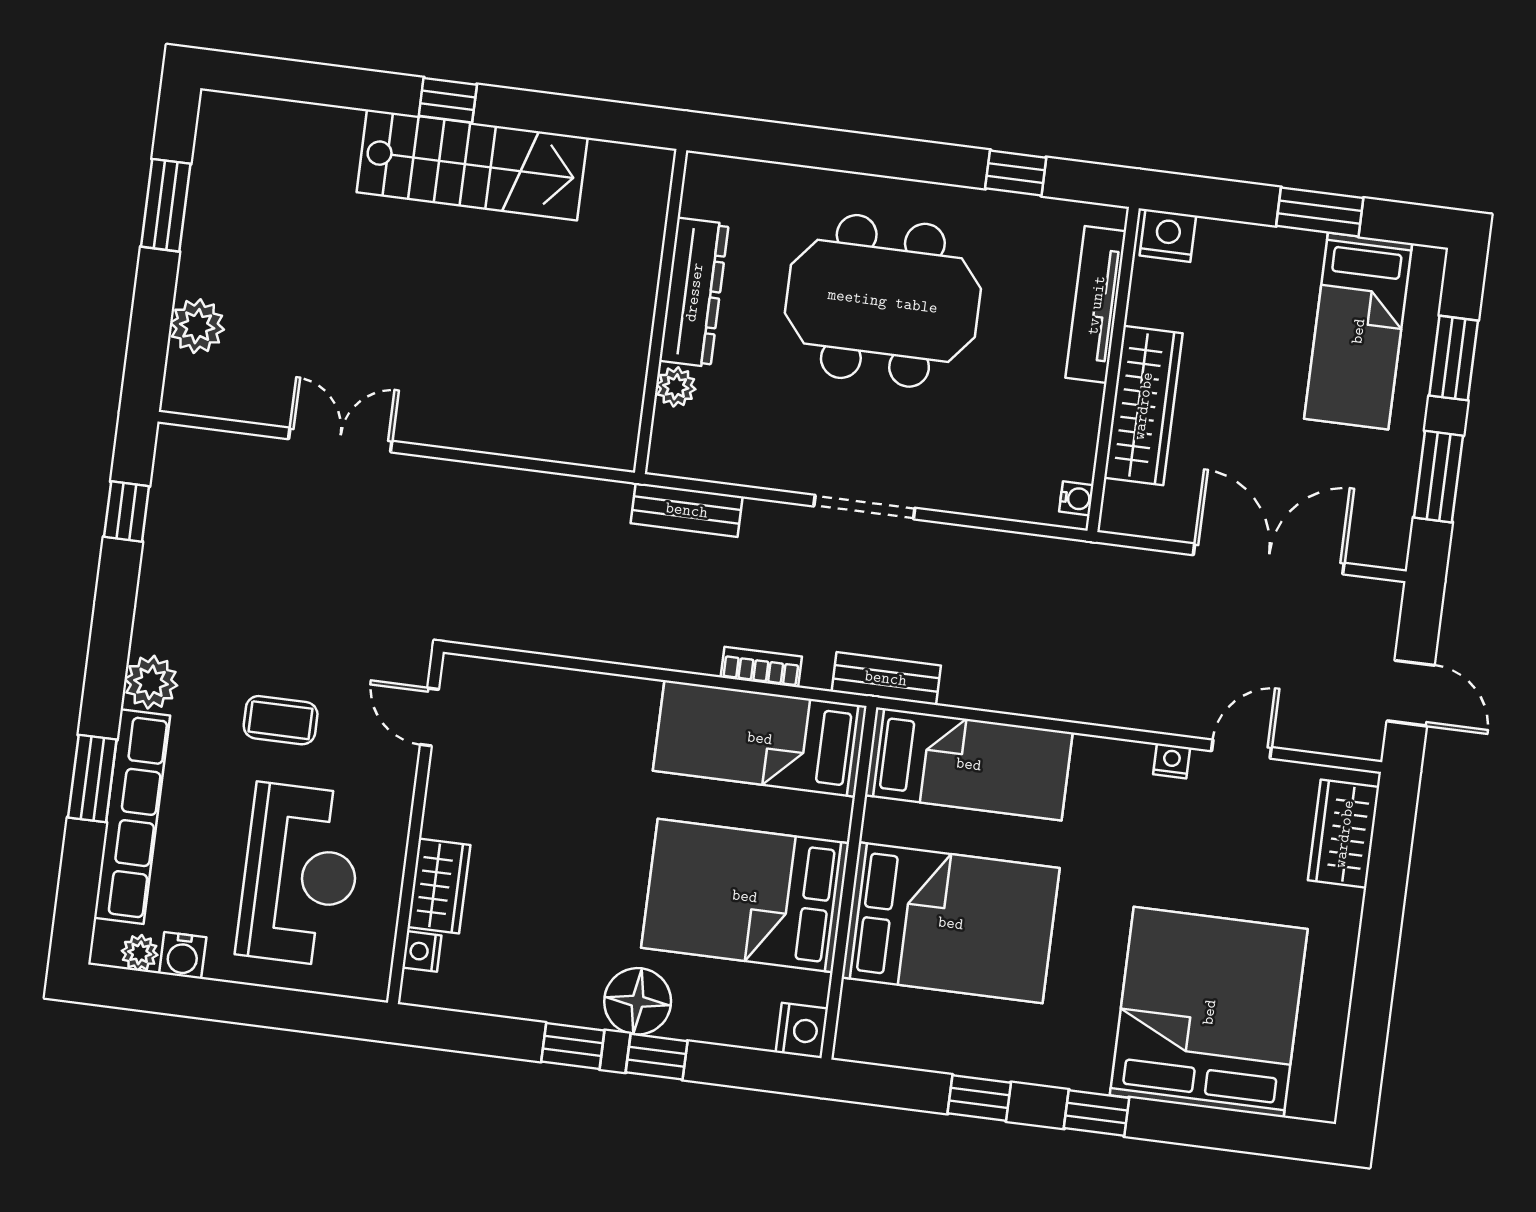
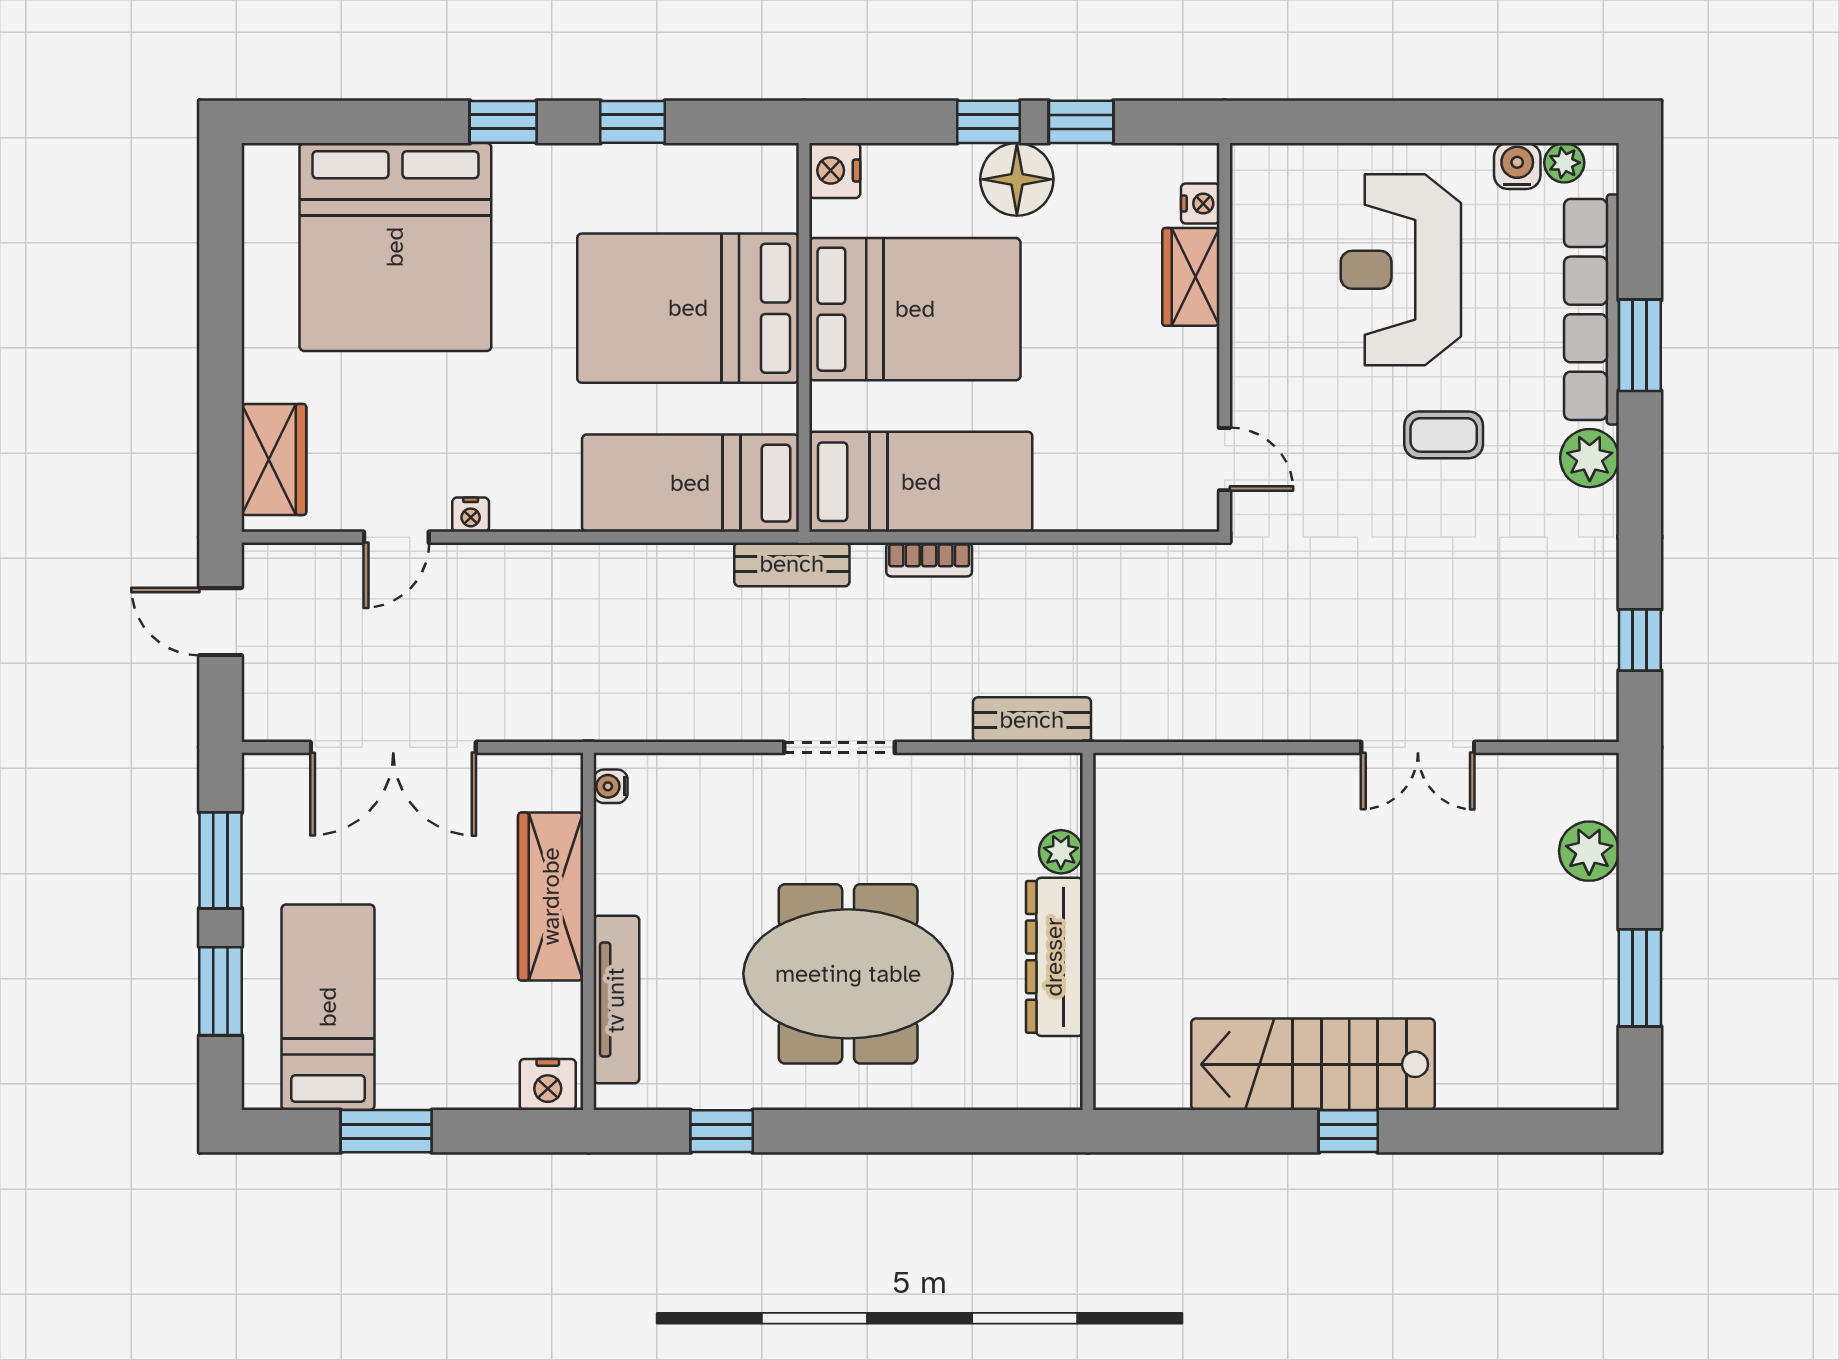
door: (429, 717) -> (1225, 459), moved
wall: (415, 827) -> (1225, 337), moved
wardrobe: (439, 886) -> (1191, 277), moved
nightstand: (422, 951) -> (1200, 203), moved

